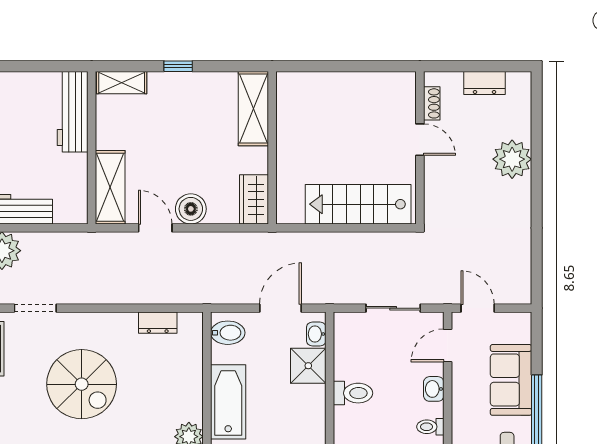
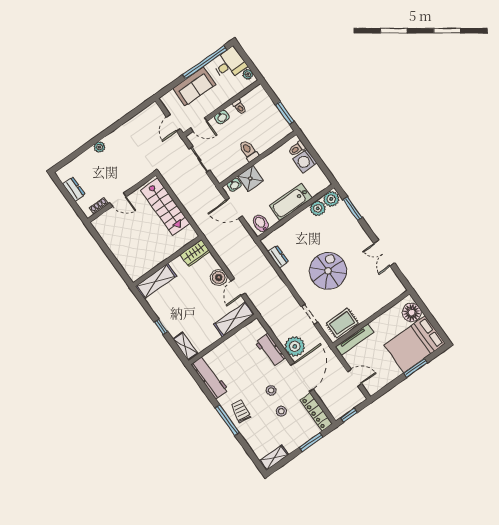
workbench: (73, 112) -> (210, 377), moved, turned -90
door: (420, 140) -> (118, 200), swing flipped
plant: (512, 159) -> (99, 147), width x0.53, depth x0.53

